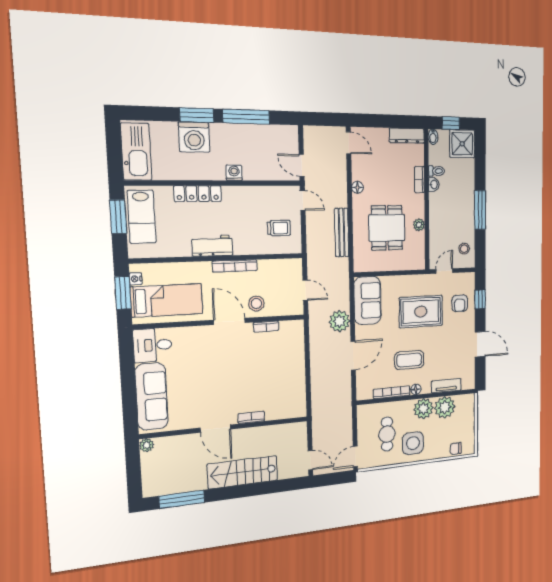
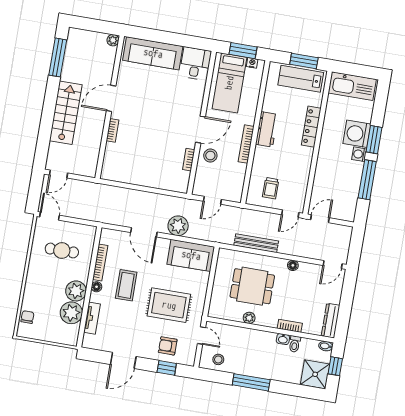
washing machine: (234, 173) -> (359, 154), moved, turned 180
rug: (421, 312) -> (169, 305), turned 90
side table: (413, 443) -> (46, 274), removed

